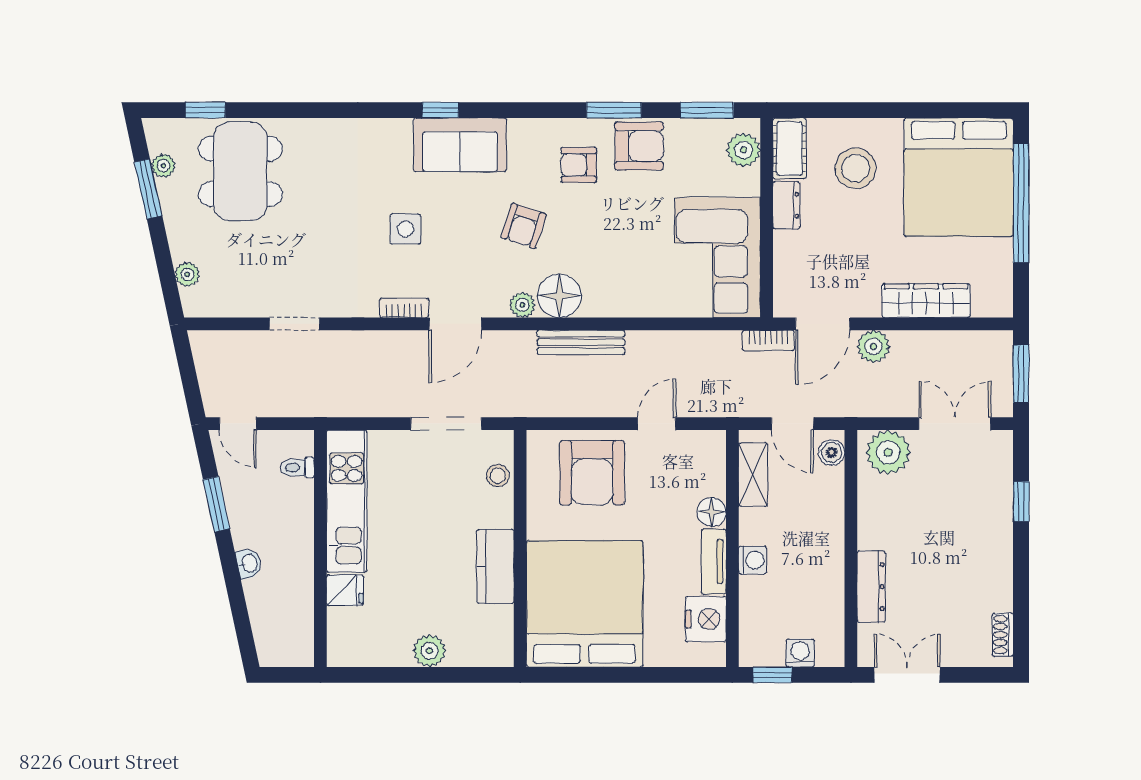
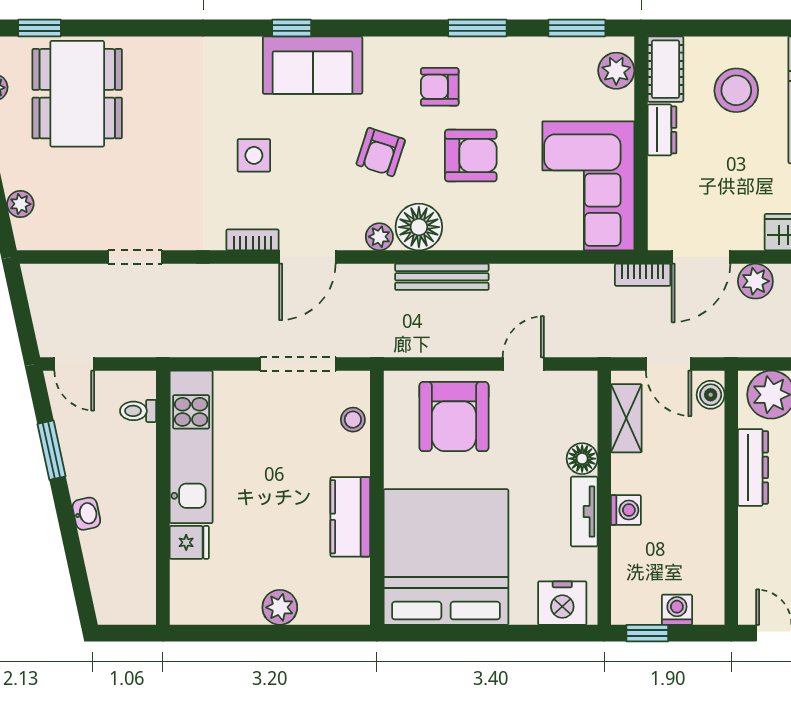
armchair: (639, 146) -> (471, 156), moved
dresser: (871, 587) -> (753, 467), moved
nightstand: (706, 619) -> (562, 603), moved, turned 90

